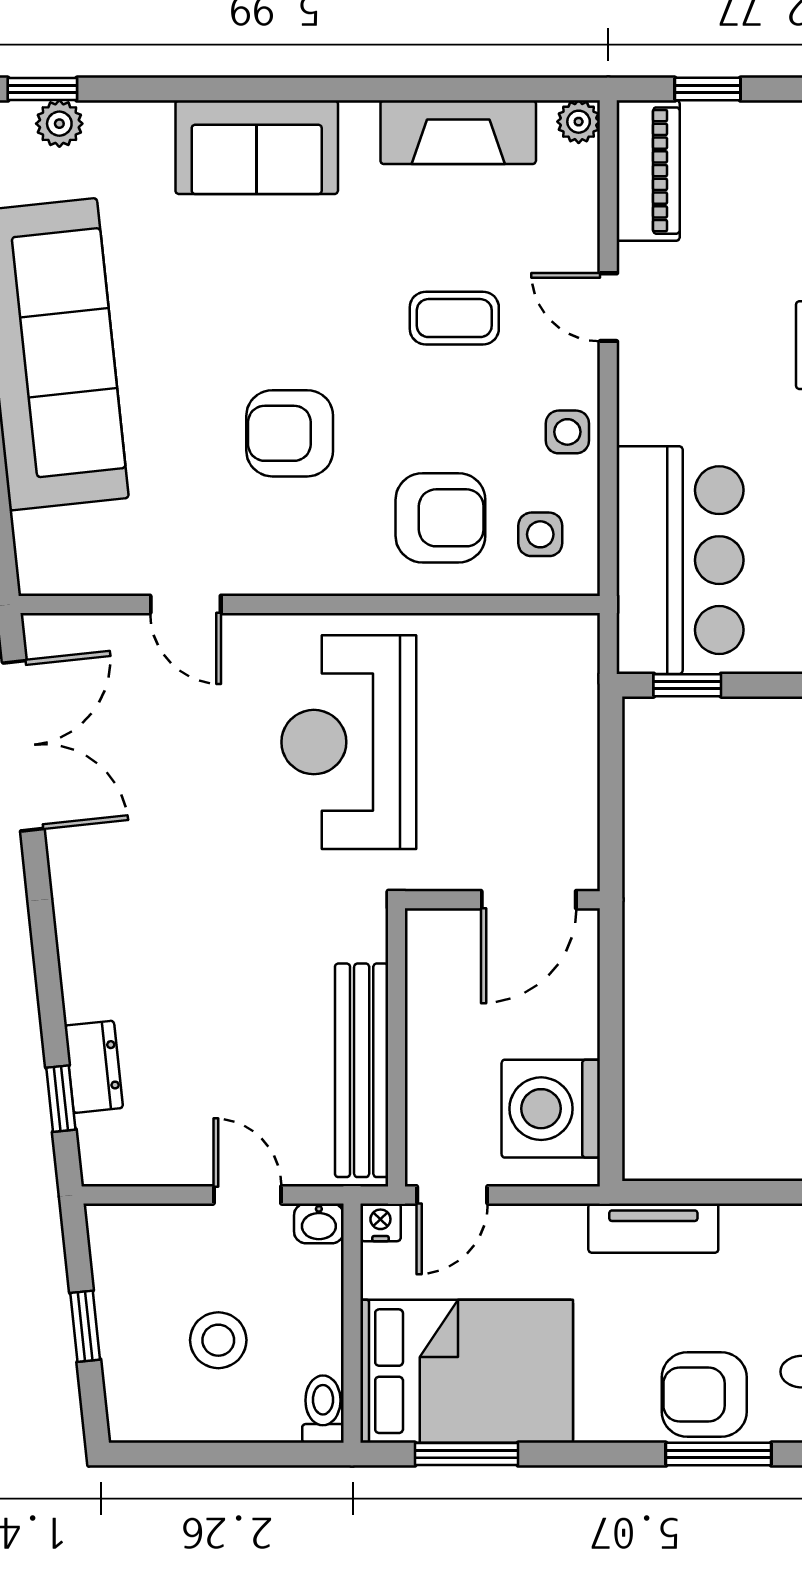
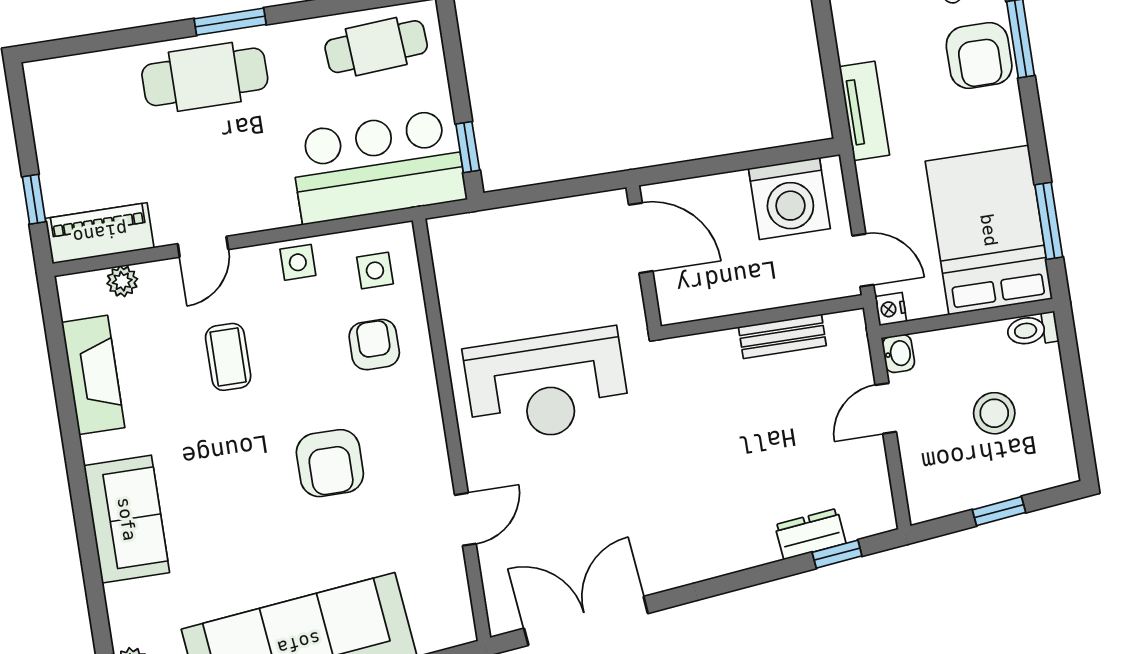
plant: (579, 122) -> (122, 281), moved
armchair: (440, 518) -> (374, 345), width x0.72, depth x0.72
bench: (362, 1070) -> (782, 336), width x0.54, depth x0.82

